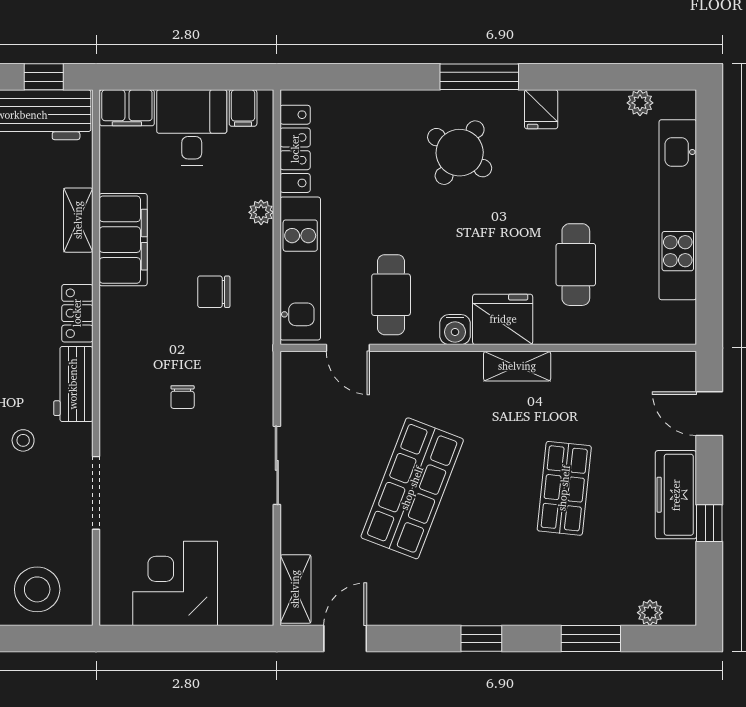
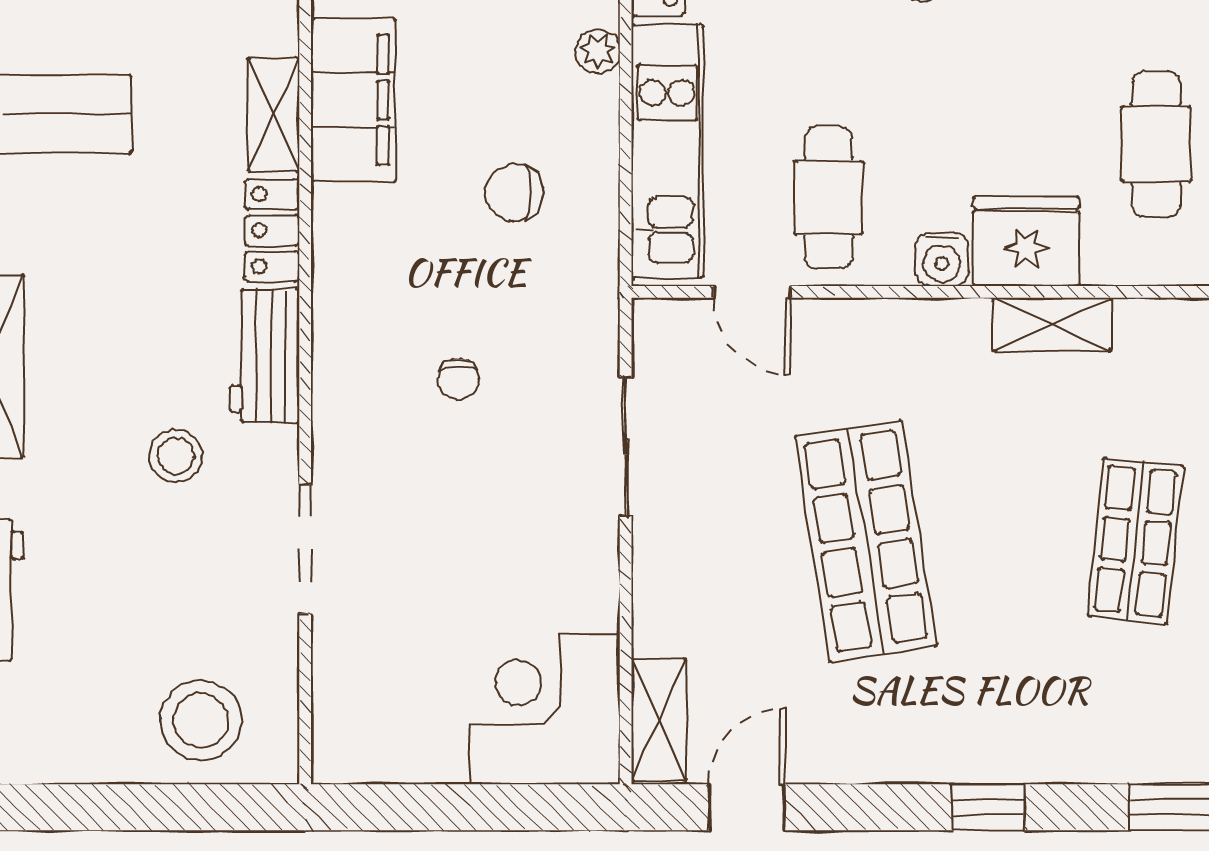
shelving: (78, 220) -> (274, 114), moved
stool: (23, 440) -> (176, 456), width x1.37, depth x1.37
sliding door: (277, 465) -> (626, 447), moved
shop shelf: (412, 488) -> (866, 541), turned -30
corner desk: (175, 583) -> (545, 709), moved

